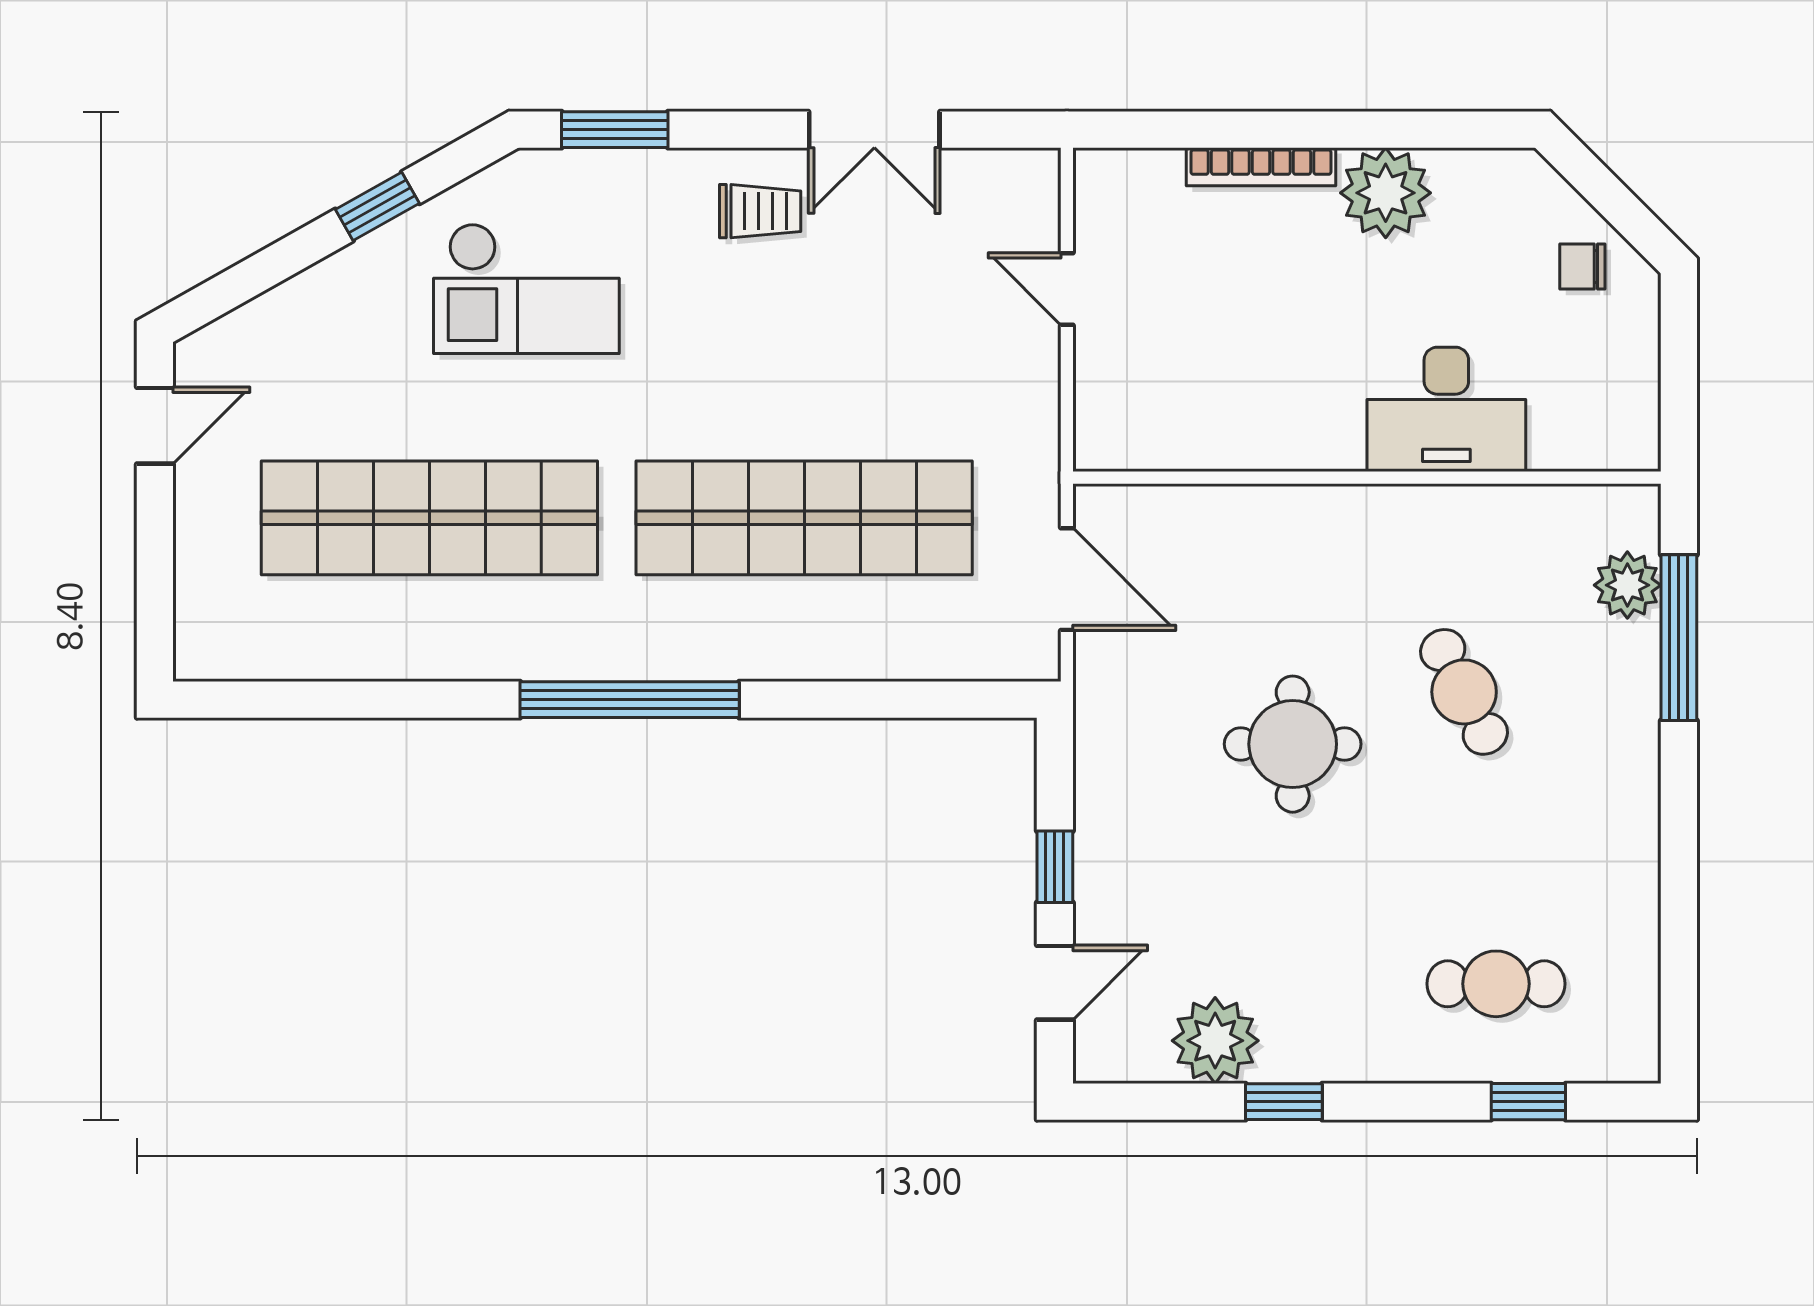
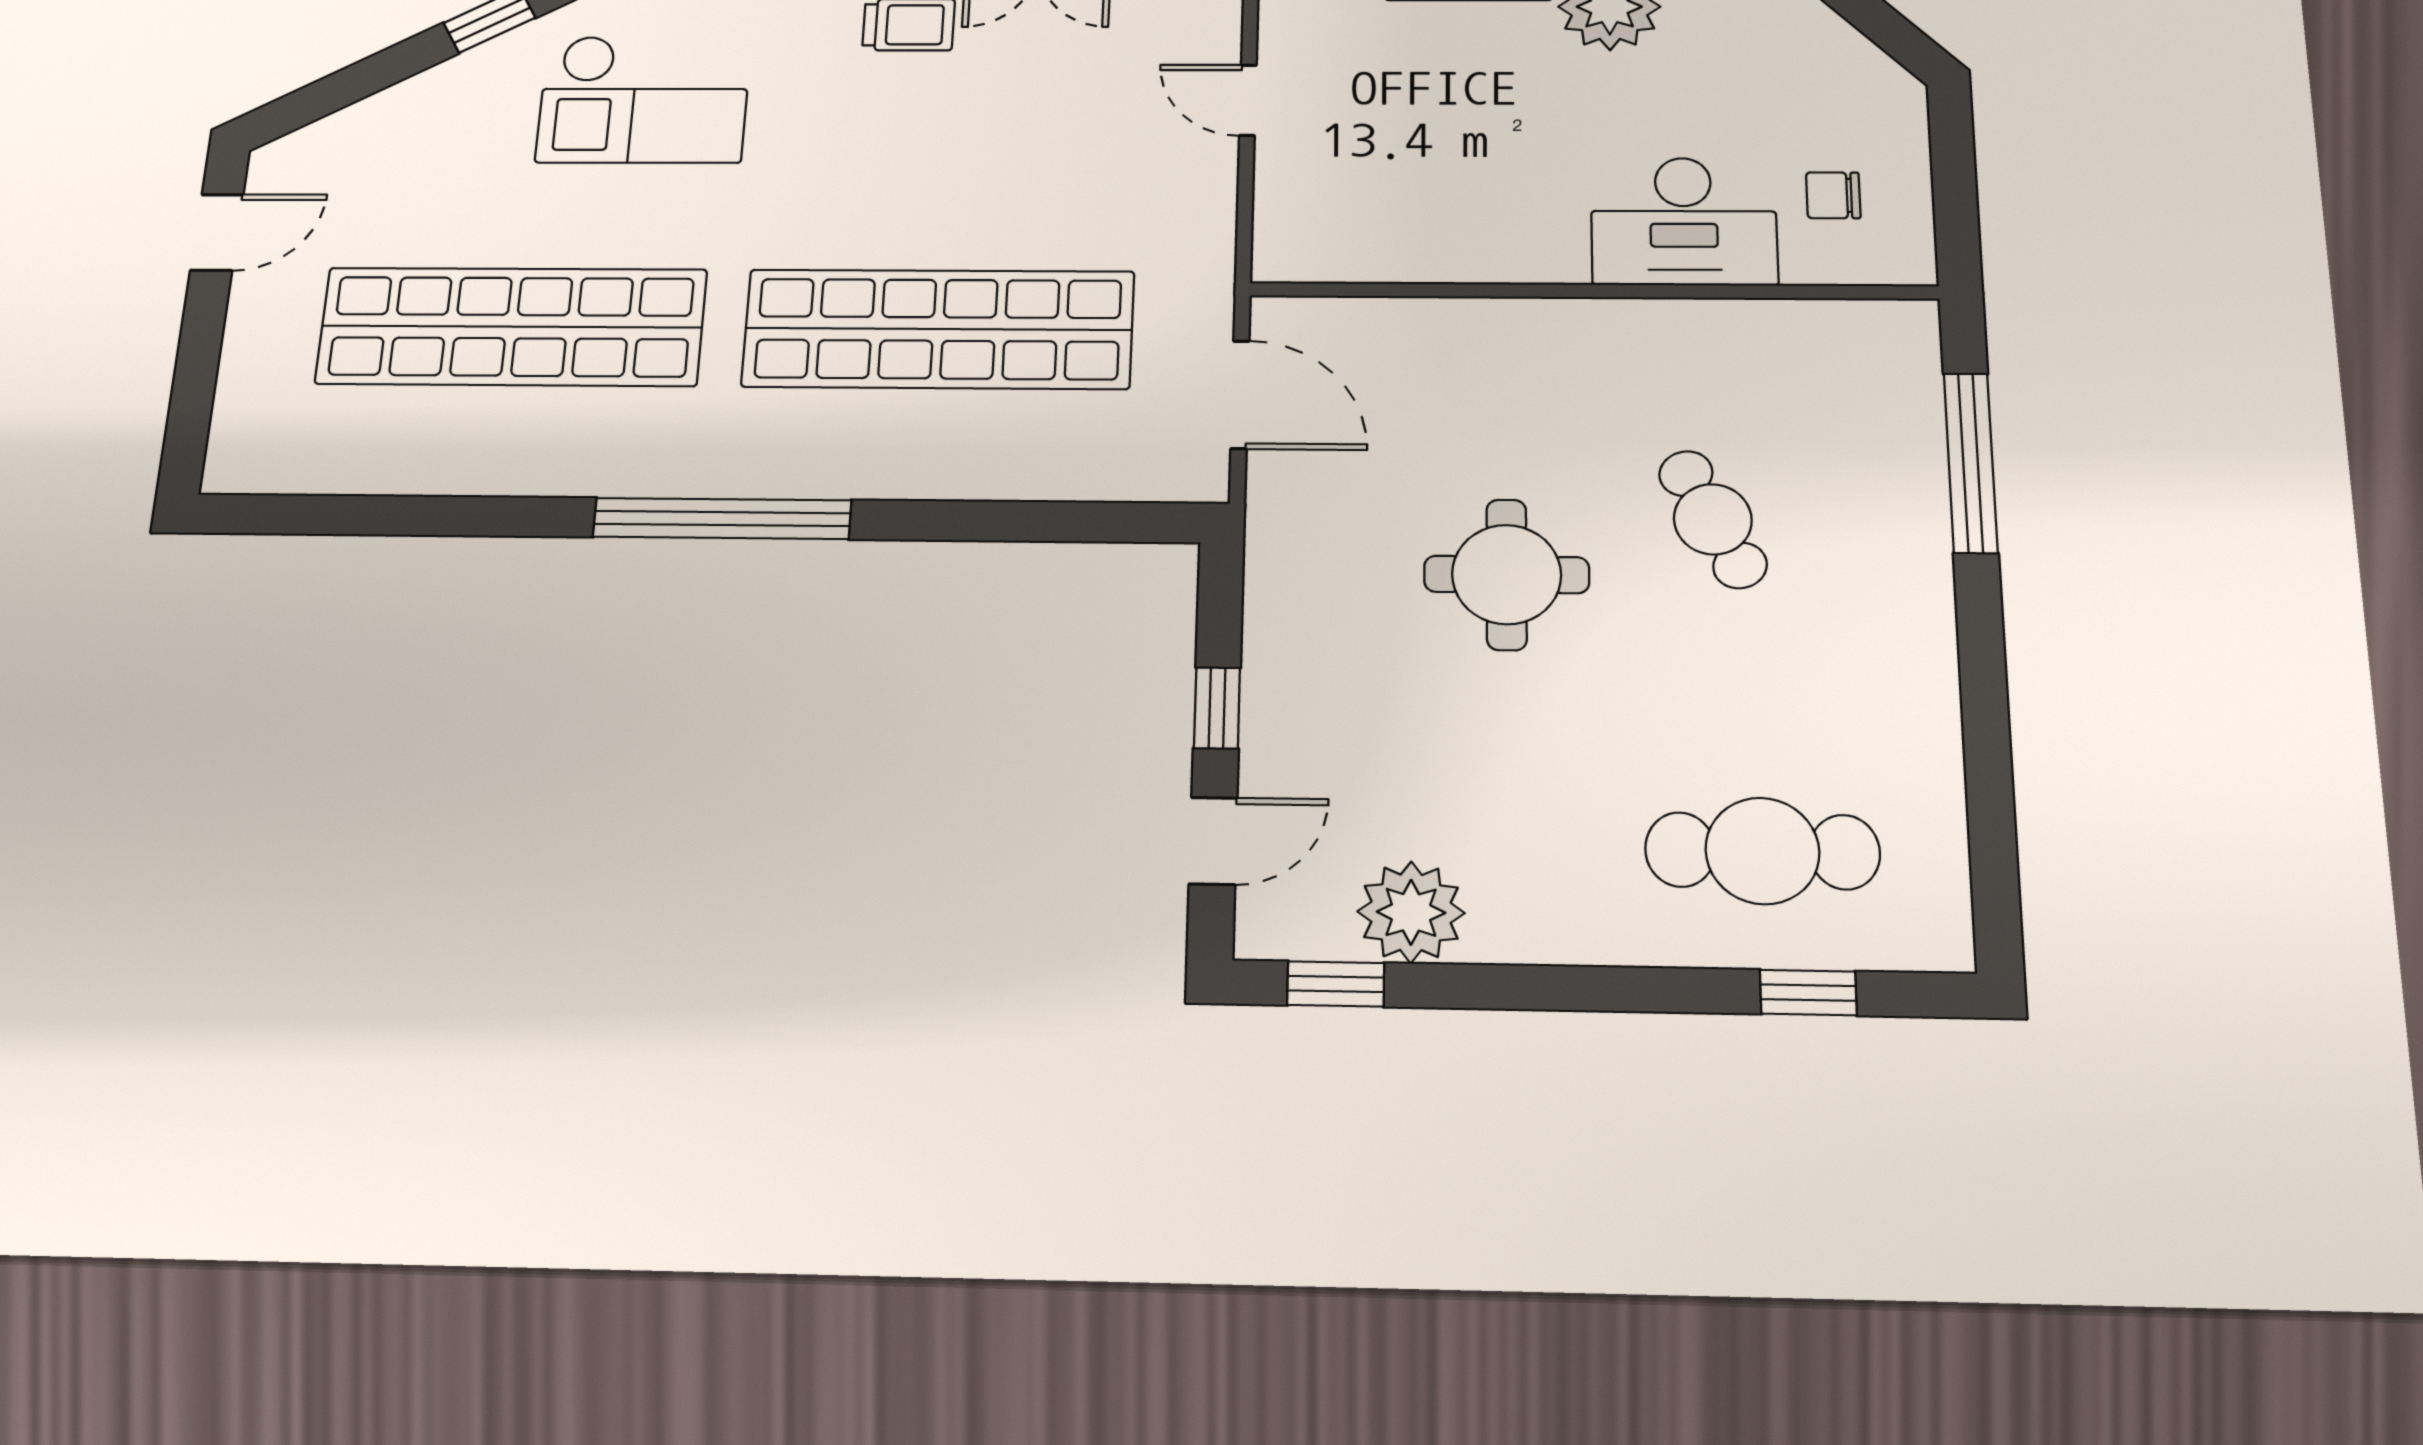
chair: (1582, 266) -> (1833, 195), moved
plant: (1627, 585) -> (1905, 406), removed
cafe table: (1496, 984) -> (1762, 851), width x1.37, depth x1.35
window: (1284, 1102) -> (1336, 984), moved

